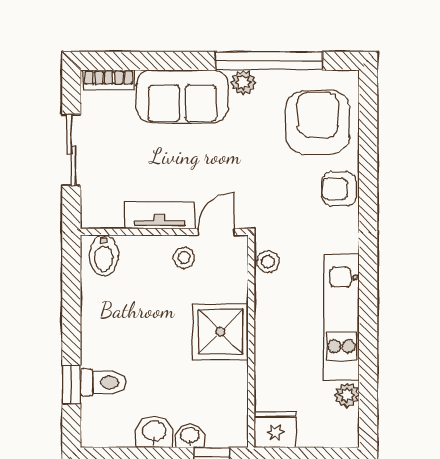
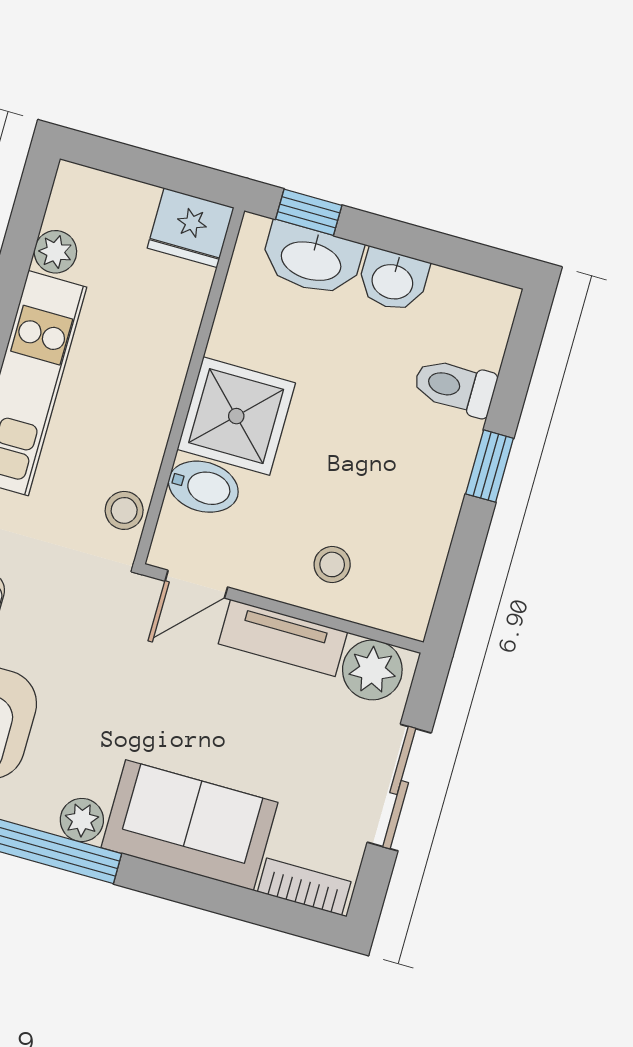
plant: (105, 211) -> (372, 670), added
bidet: (104, 255) -> (203, 487), moved, turned 90
stool: (184, 258) -> (332, 564), moved
window: (71, 385) -> (490, 466), moved
washbasin: (190, 436) -> (312, 259), width x1.91, depth x1.45

